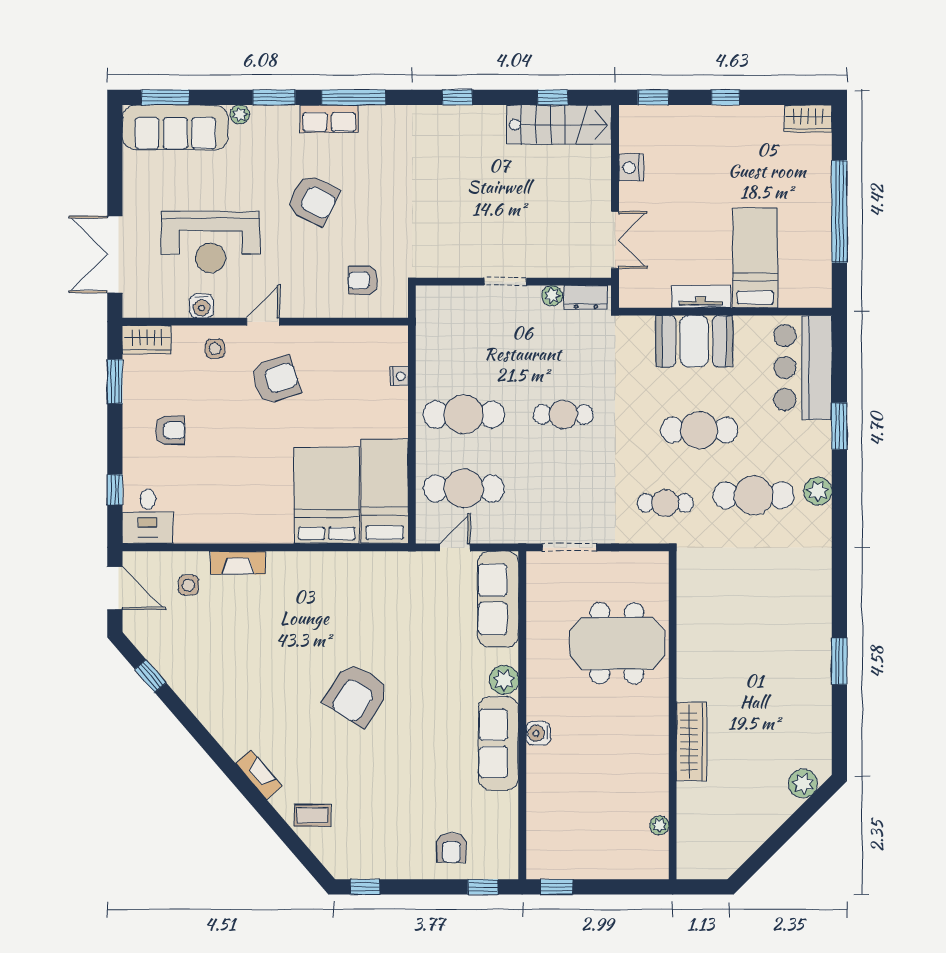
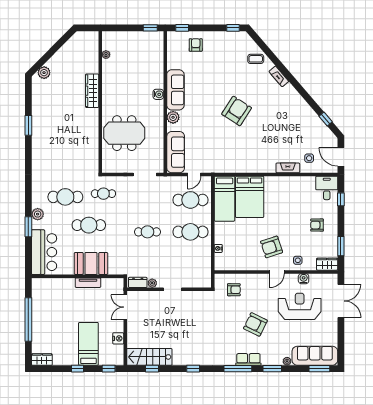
bed: (755, 258) -> (88, 344), moved, turned 180
plant: (818, 491) -> (38, 214), moved

